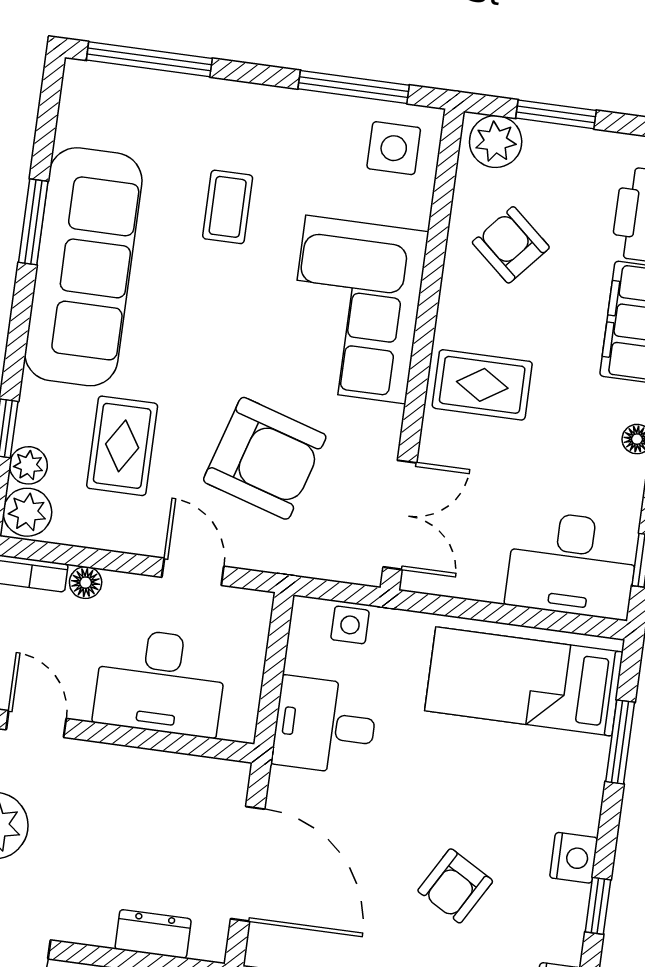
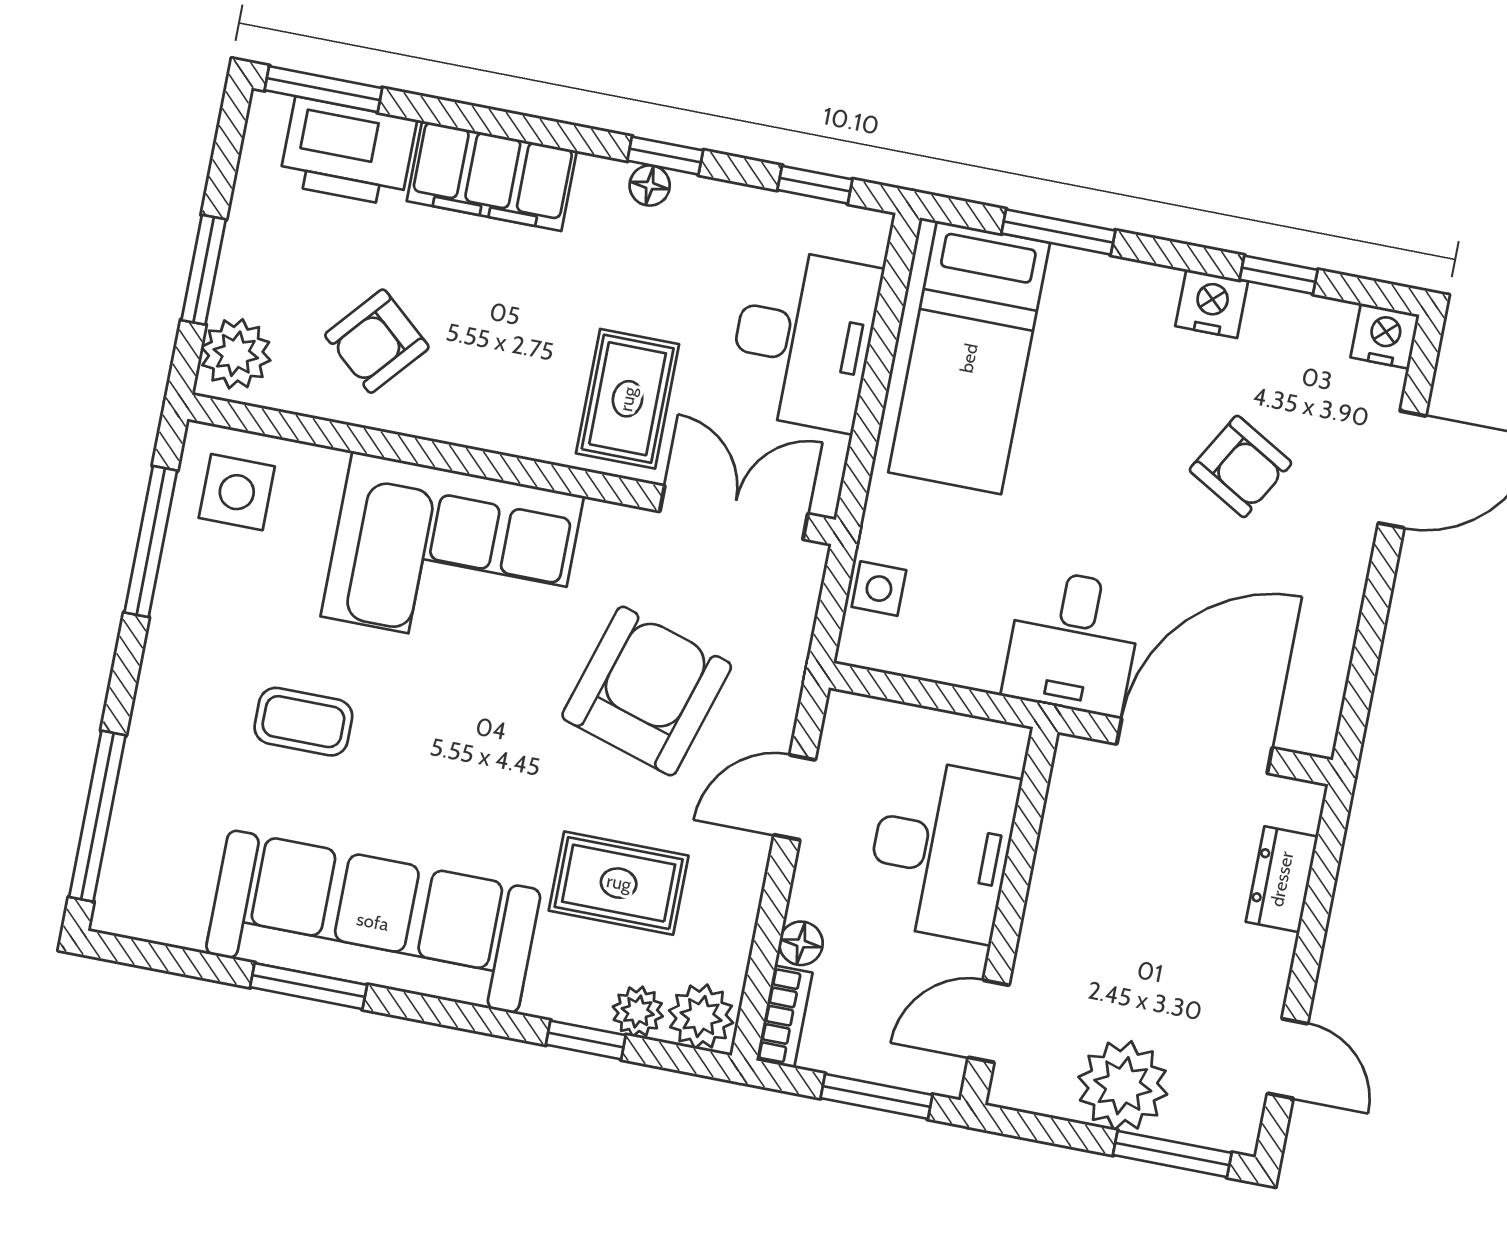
rug: (482, 385) -> (628, 399), moved
desk: (572, 565) -> (804, 339), moved
desk: (325, 725) -> (1073, 642), moved

